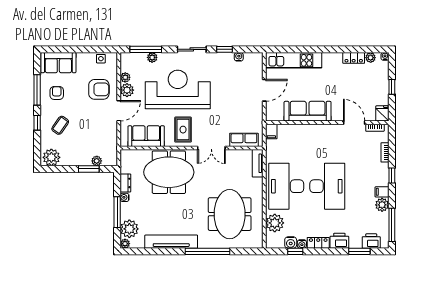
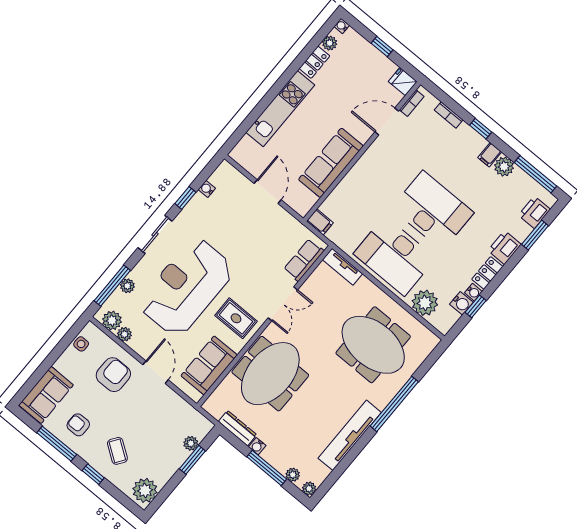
kitchen unit: (294, 60) -> (280, 109), moved
plant: (127, 90) -> (112, 321), moved
dresser: (125, 183) -> (238, 428), width x1.44
plant: (129, 229) -> (293, 475), width x0.53, depth x0.53

